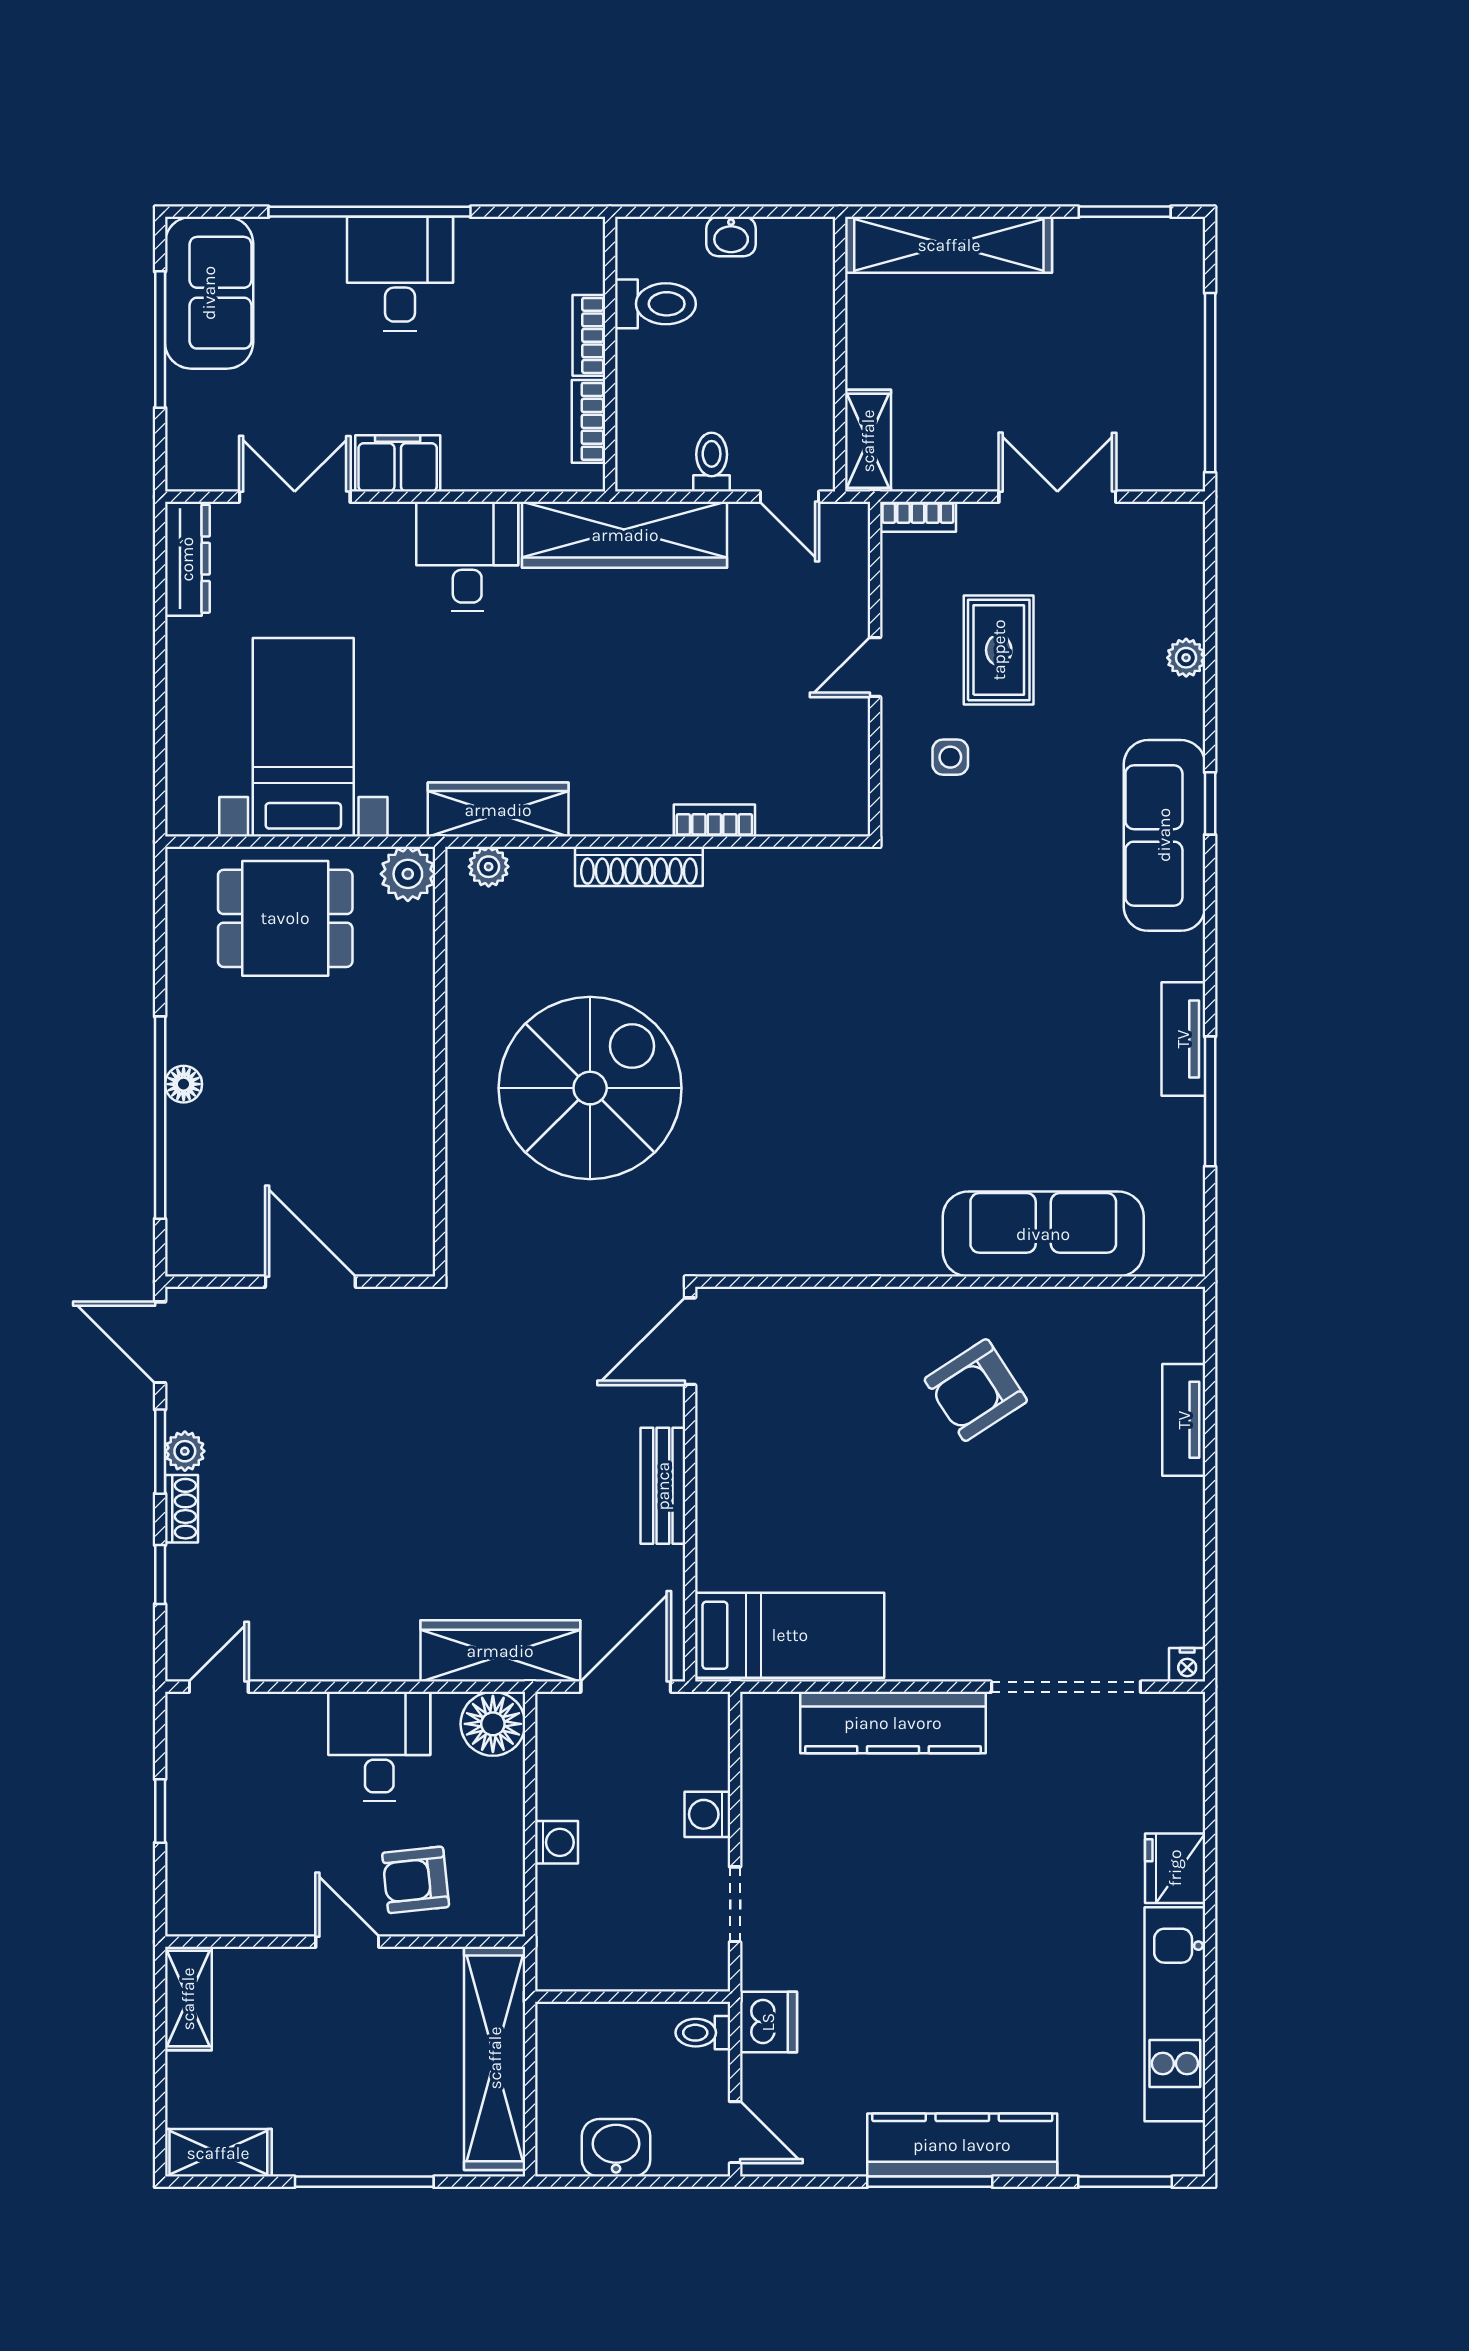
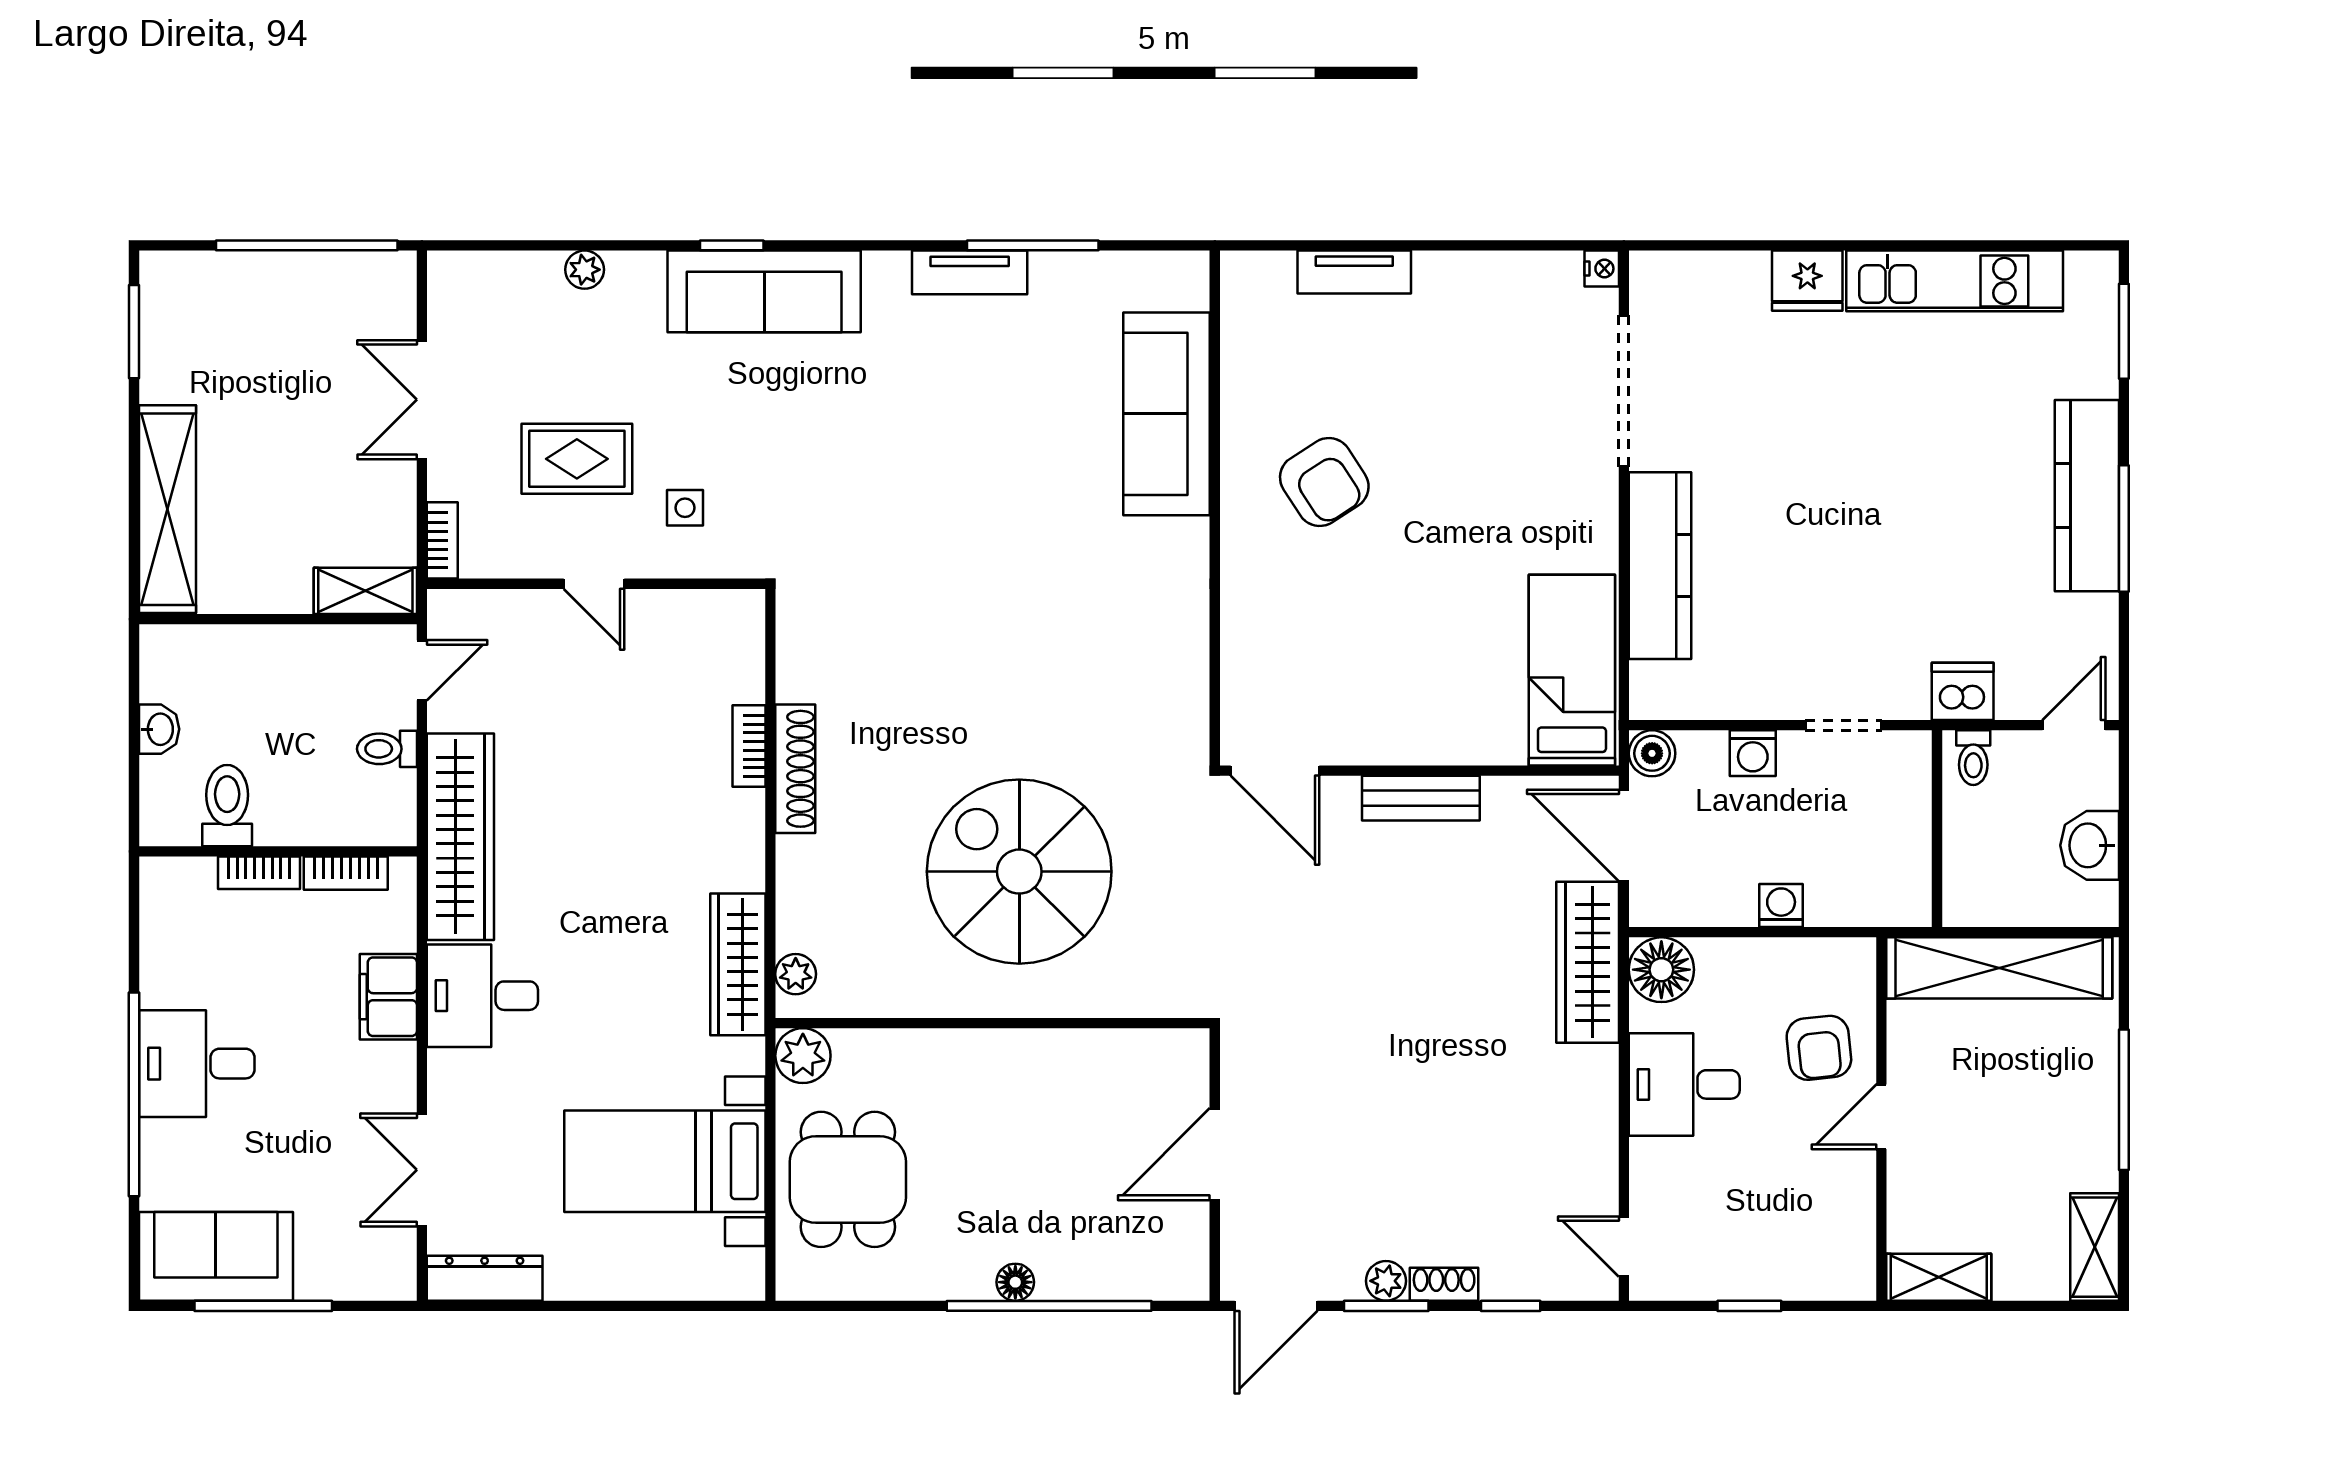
filing cabinet: (398, 463) -> (388, 997), moved
shoe rack: (639, 866) -> (795, 769), moved
boiler: (707, 1715) -> (1652, 753), added

